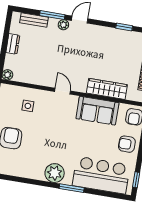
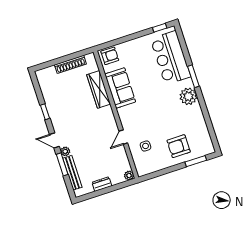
bench: (34, 20) -> (72, 173), width x1.36
window: (124, 27) -> (45, 112), moved
door: (63, 91) -> (123, 137), moved
armchair: (127, 144) -> (135, 50), removed

